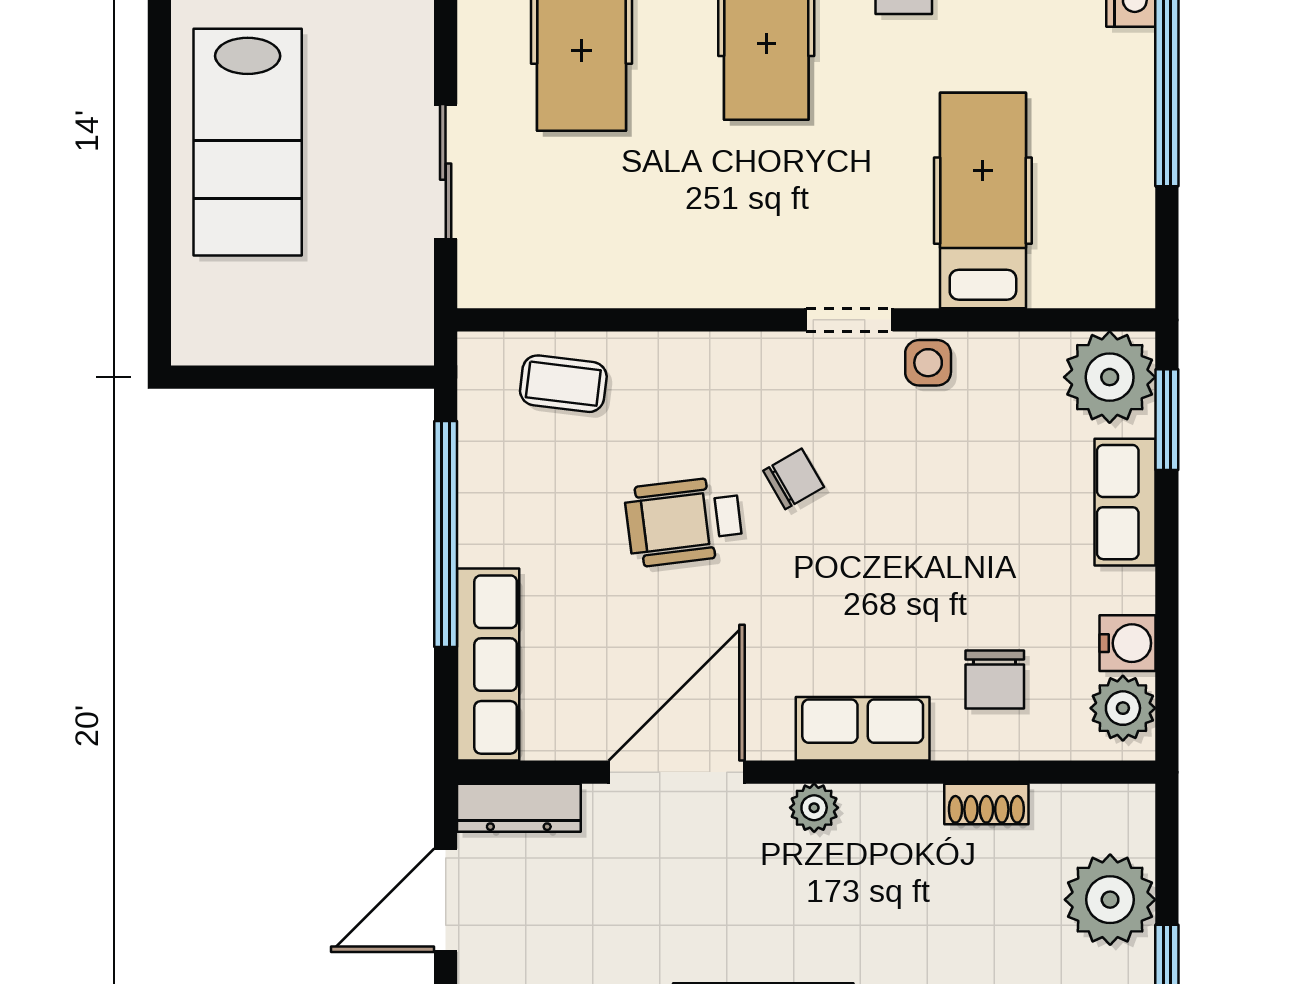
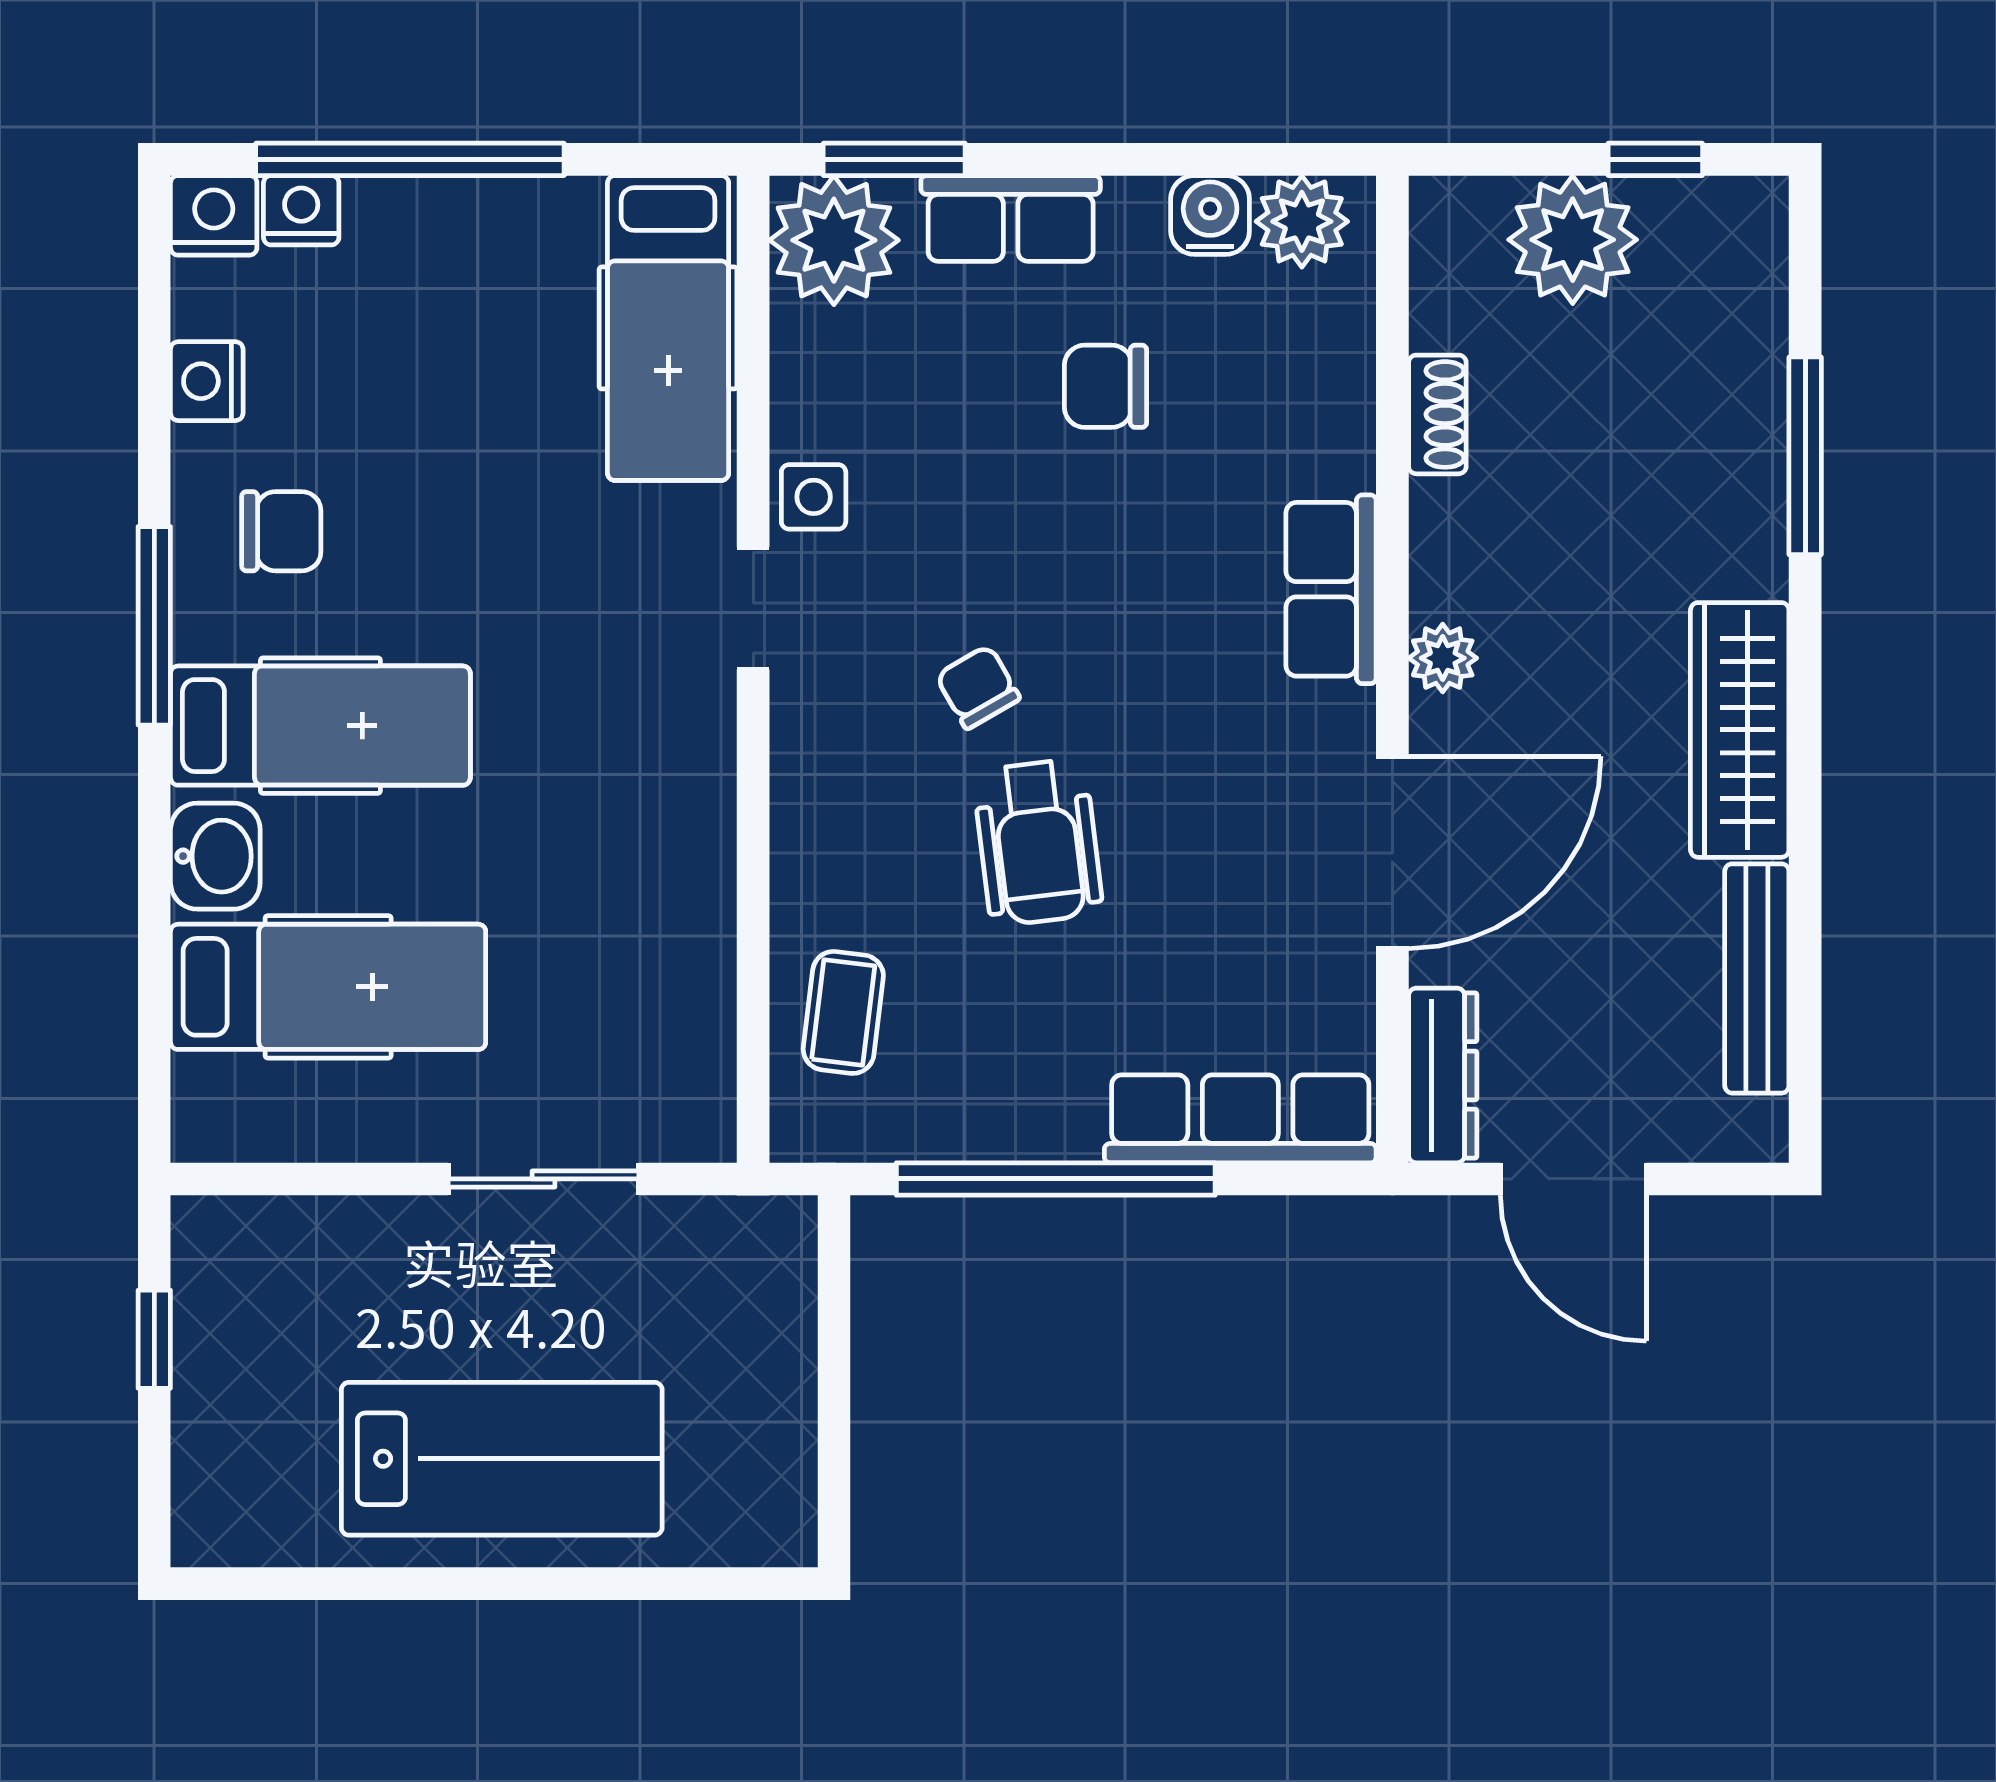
hospital bed: (983, 201) -> (668, 328), moved, turned -90
chair: (995, 679) -> (1106, 386), moved, turned 180
door: (677, 772) -> (1392, 852), swing flipped

